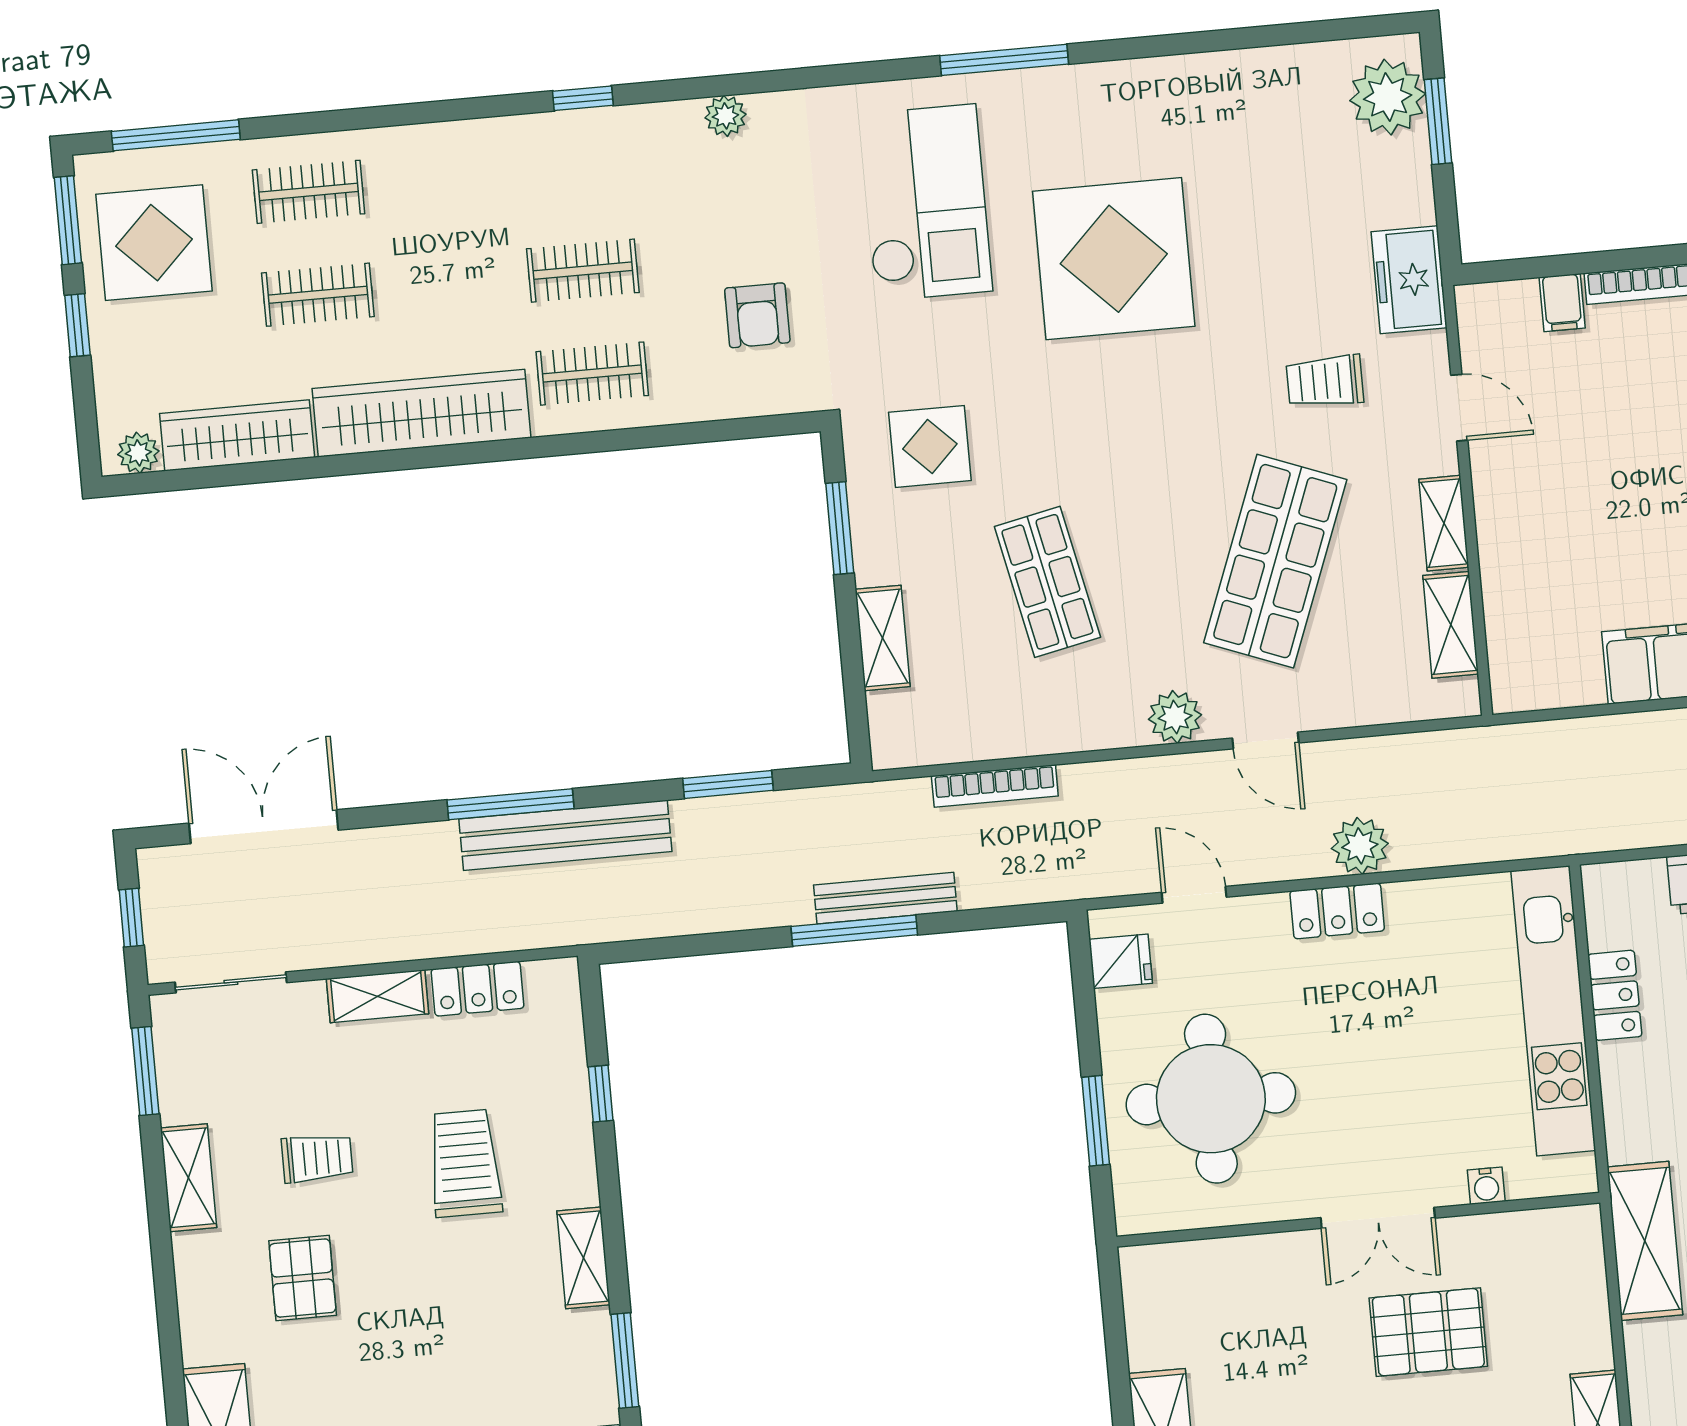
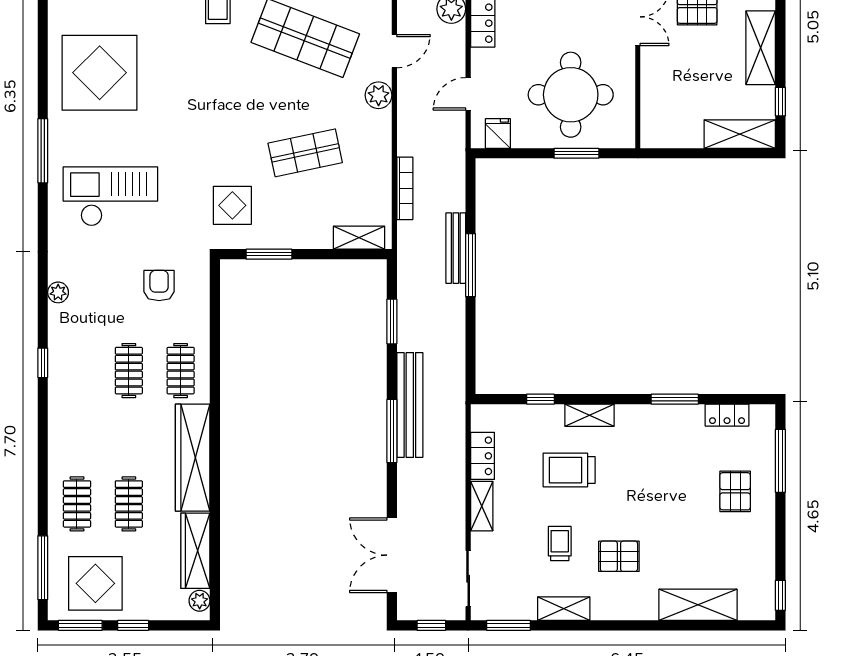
display table: (1114, 259) -> (100, 73), moved
armchair: (757, 315) -> (159, 286), turned -90
shelving: (883, 638) -> (359, 238), moved
shelving: (583, 1258) -> (589, 415), moved

